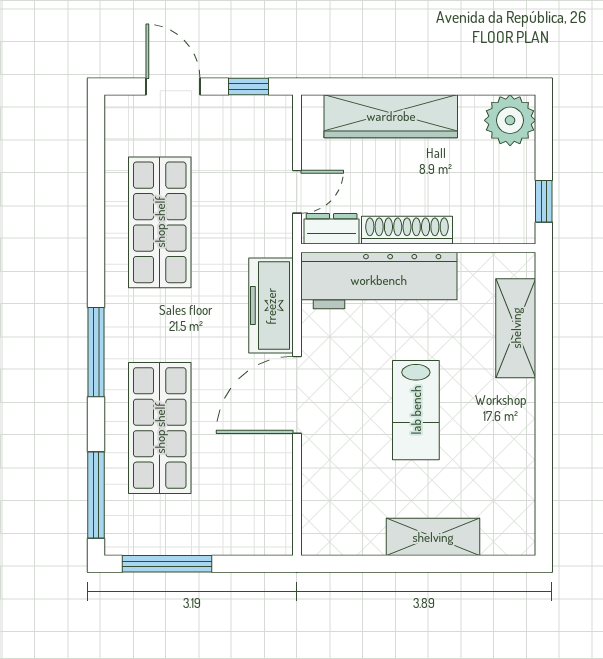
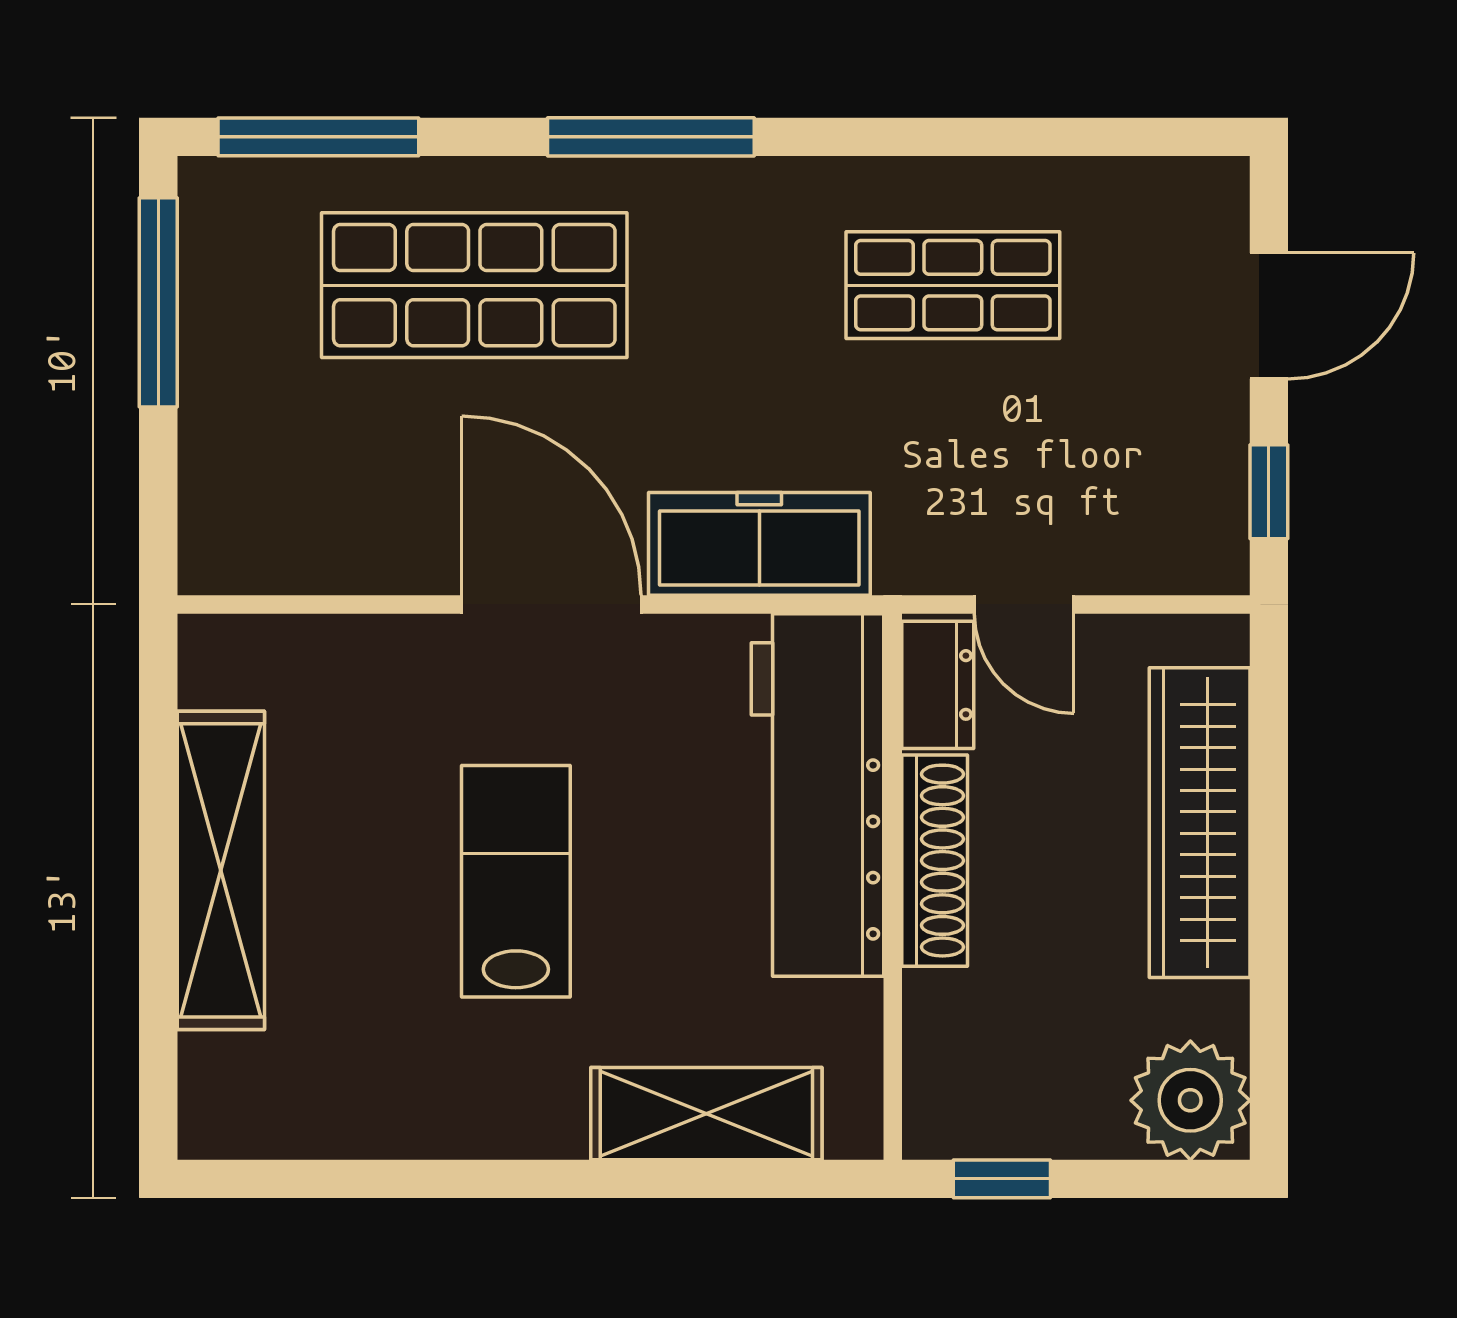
shop shelf: (160, 222) -> (953, 285), width x0.70, depth x0.74
lab bench: (416, 410) -> (516, 881), turned 90
shelving: (433, 537) -> (221, 870), width x1.47

